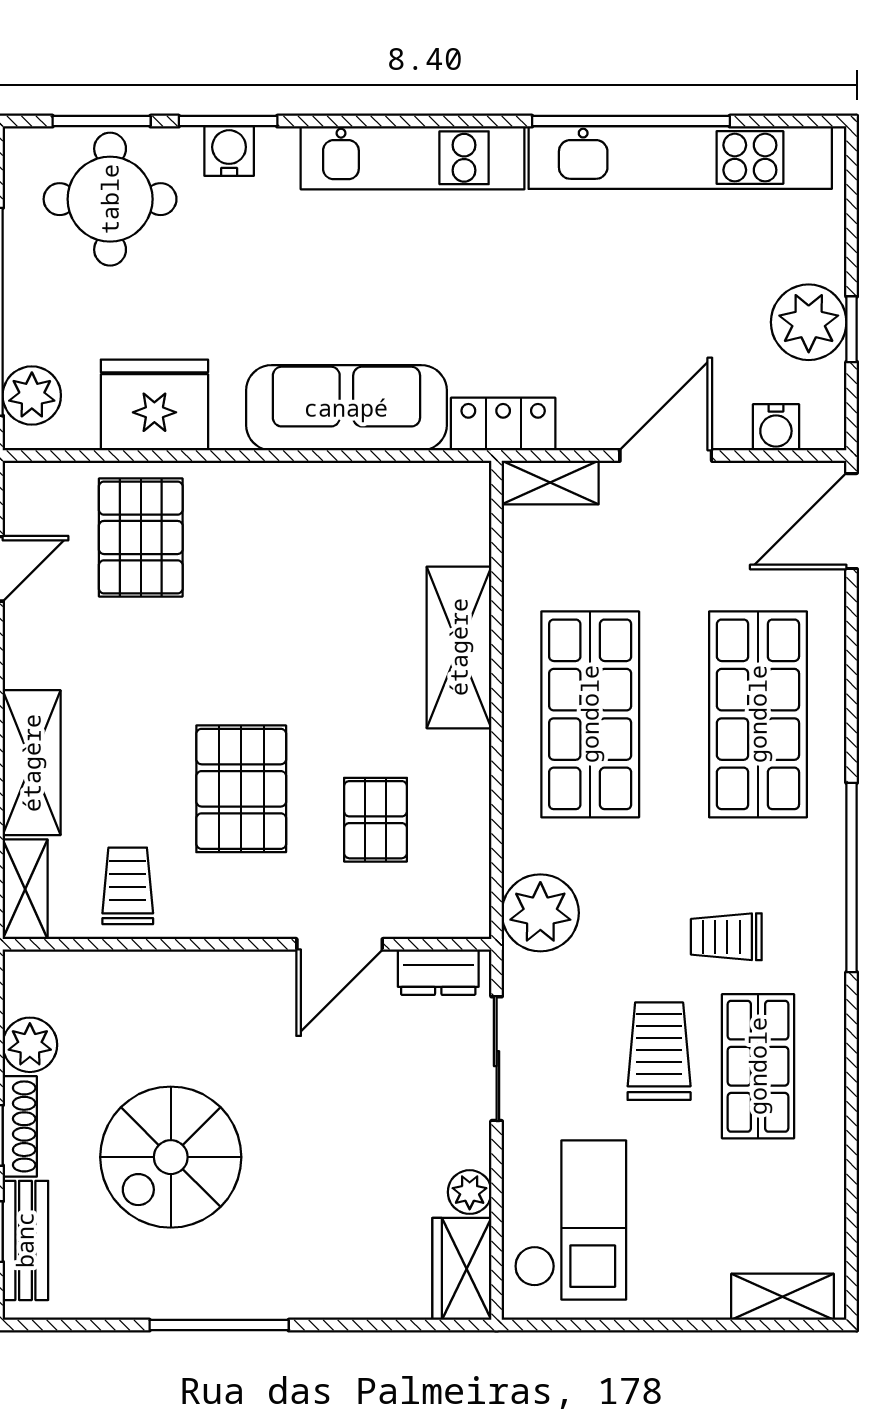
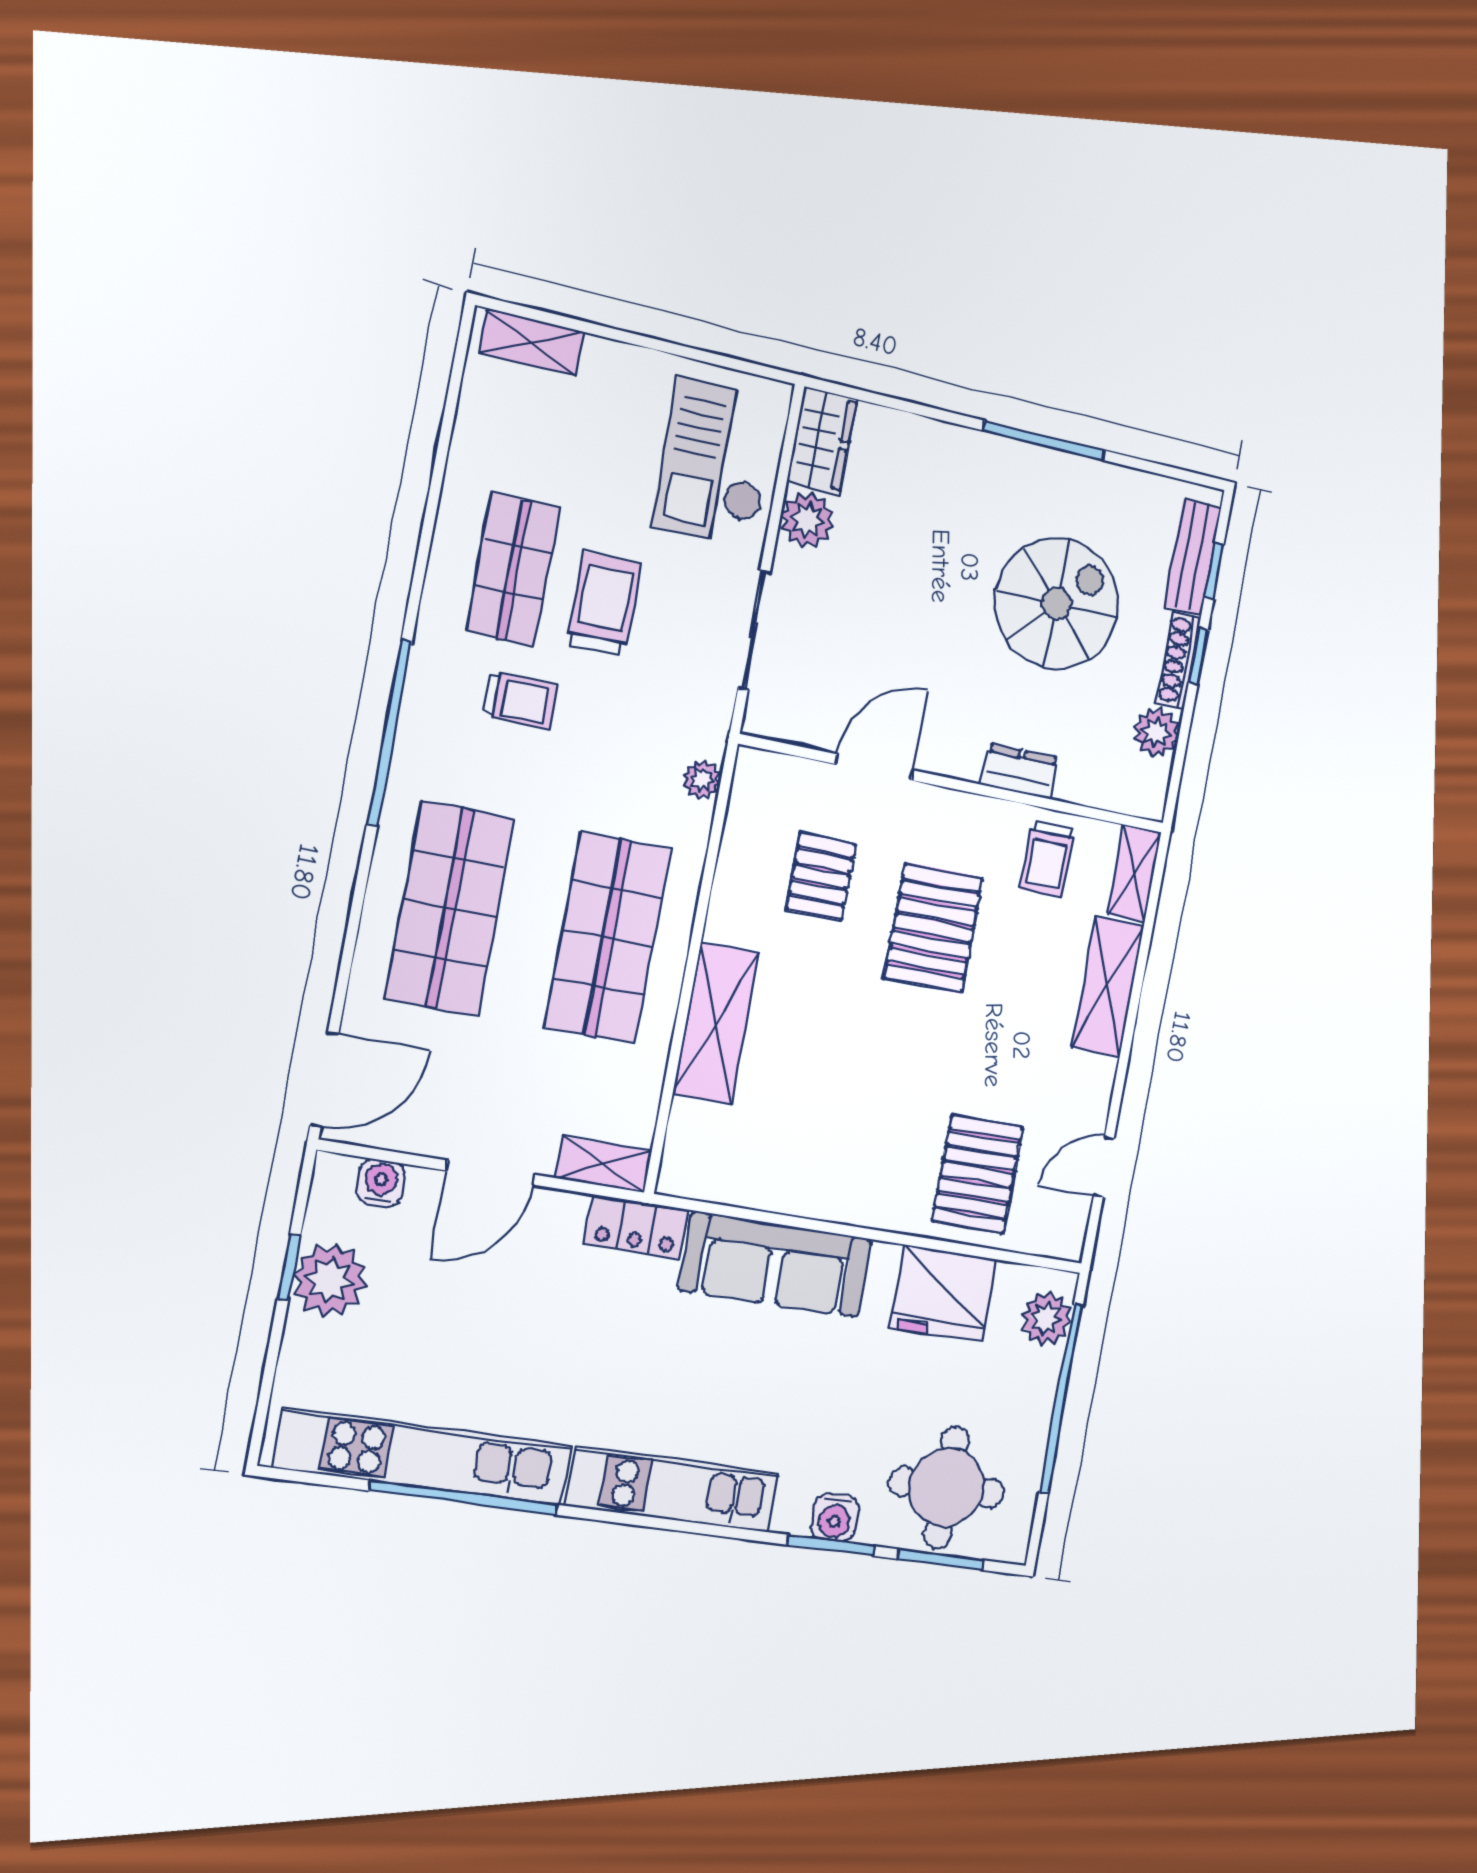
plant: (540, 913) -> (702, 779), width x0.53, depth x0.53
dresser: (438, 972) -> (1020, 771), moved
trolley: (659, 1051) -> (604, 604), turned 180
plant: (470, 1192) -> (807, 520), width x1.38, depth x1.38

